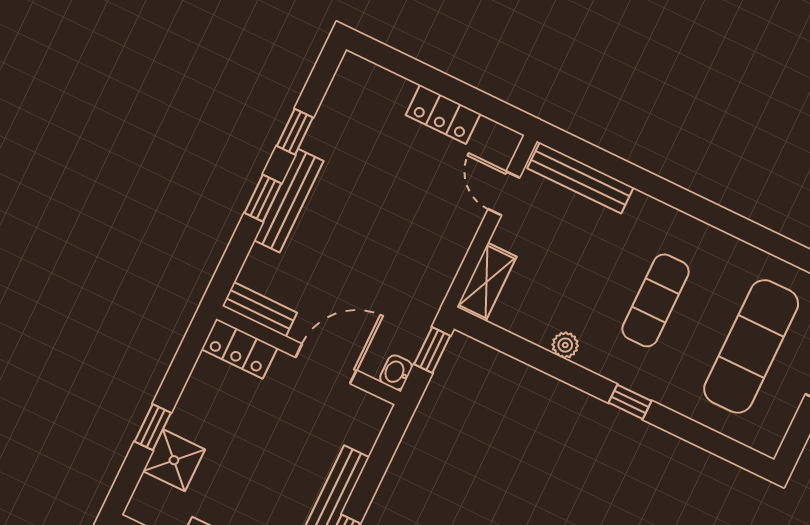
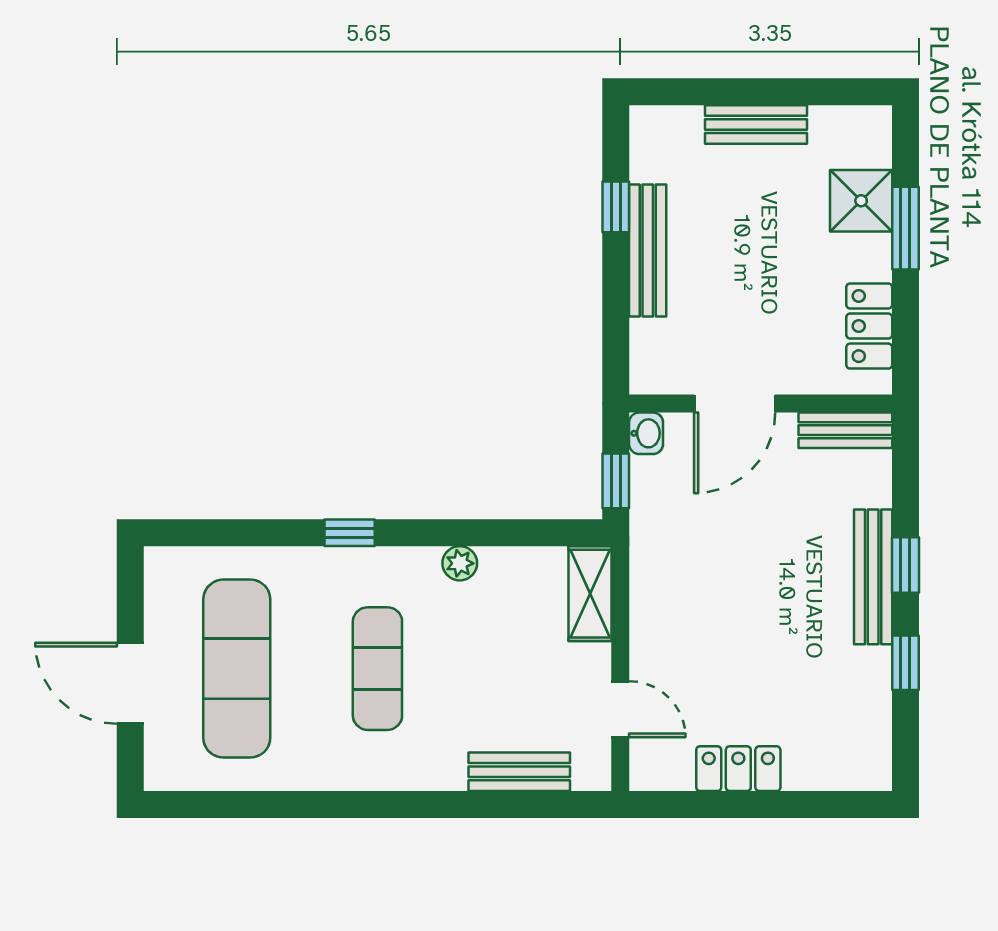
bench: (580, 178) -> (519, 772), width x0.73
locker: (239, 349) -> (869, 326), moved, turned -90
window: (153, 427) -> (905, 228), width x1.50

